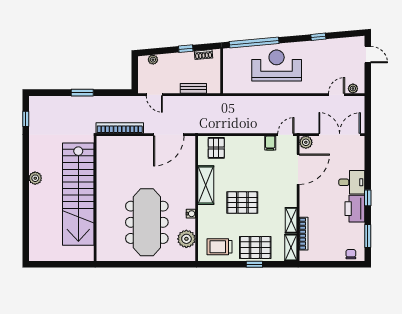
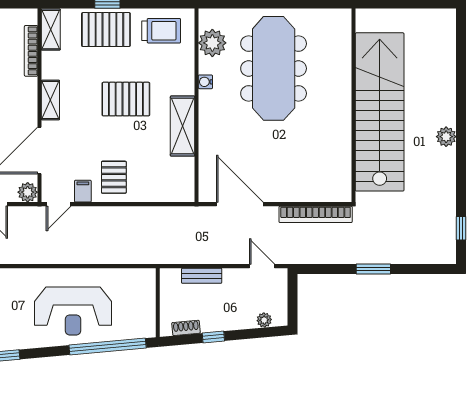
door: (169, 135) -> (240, 204), hinge flipped
pallet: (216, 148) -> (114, 177), moved
shelving: (291, 220) -> (50, 100), moved

